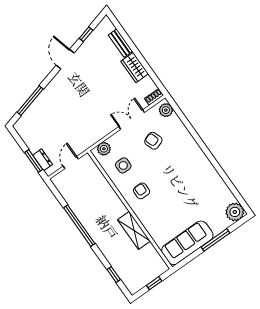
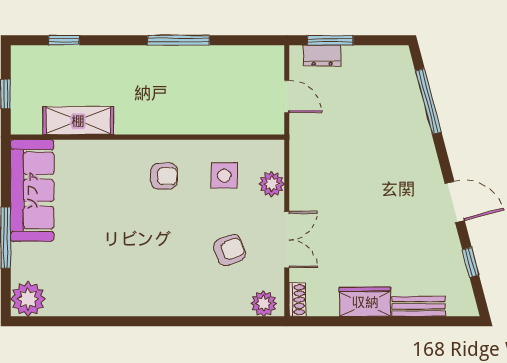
plant: (104, 149) -> (272, 184), moved
window: (79, 226) -> (179, 40), width x0.68
shelving: (134, 230) -> (78, 121), moved

